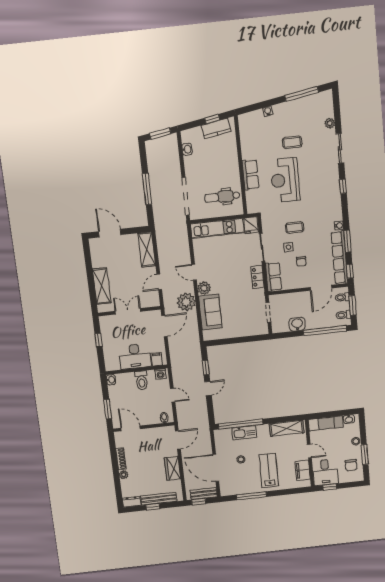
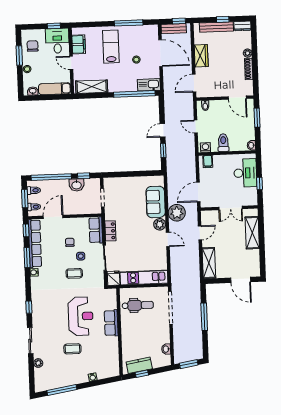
window: (290, 334) -> (84, 176), added
desk: (135, 356) -> (245, 173), moved, turned 90
kitchen sink: (244, 433) -> (149, 85), moved
lab bench: (269, 471) -> (111, 47), turned 180

